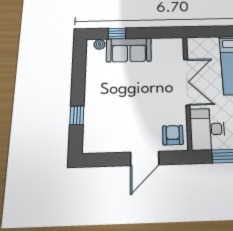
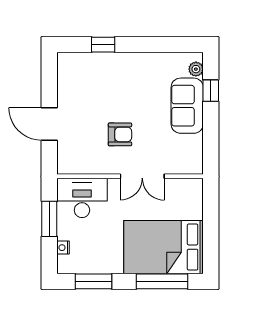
double door: (187, 82) -> (142, 176), width x0.73
armchair: (173, 135) -> (120, 134), moved

